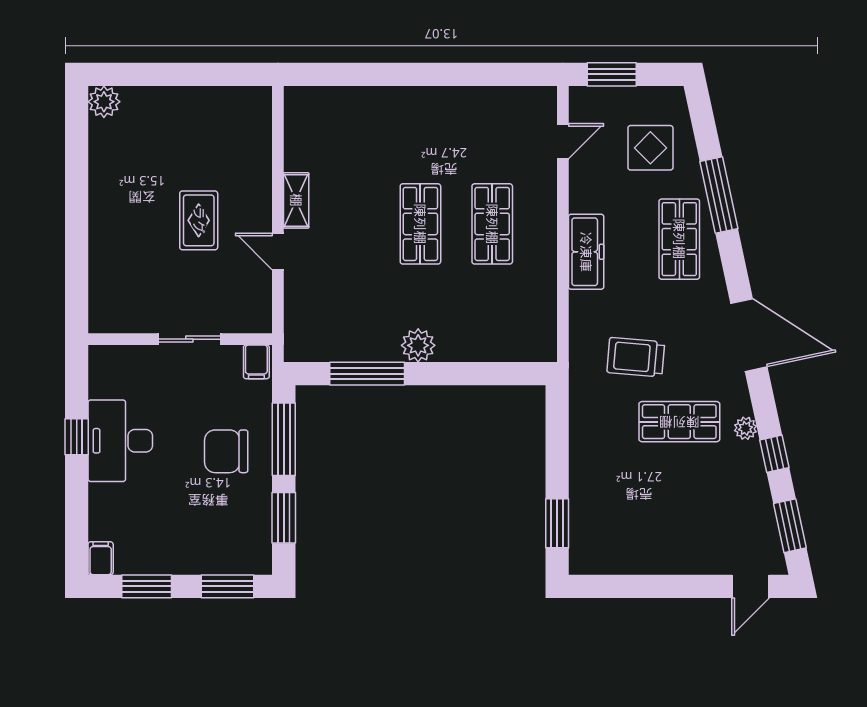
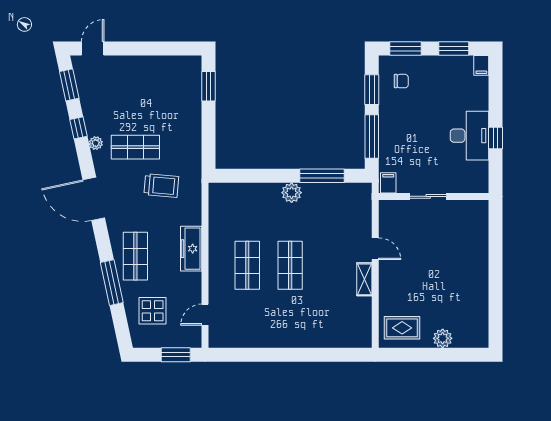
plant: (104, 102) -> (443, 338), moved
rug: (199, 220) -> (402, 328), moved, turned 90
chair: (226, 451) -> (401, 81), moved, width x0.54, depth x0.54

